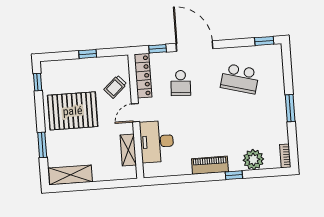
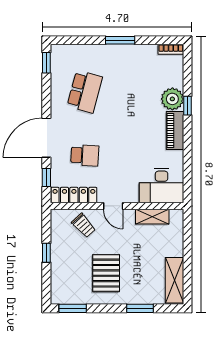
window: (38, 82) -> (73, 308), width x1.50
pallet: (73, 111) -> (106, 273), width x0.73, depth x0.71
desk: (157, 141) -> (162, 186), moved
plant: (253, 160) -> (172, 99), moved

